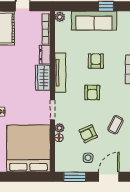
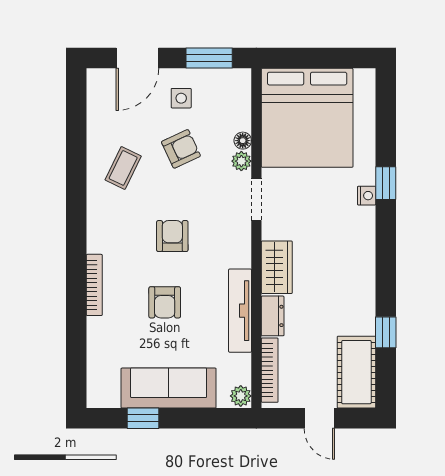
tv unit: (60, 73) -> (240, 311), moved

